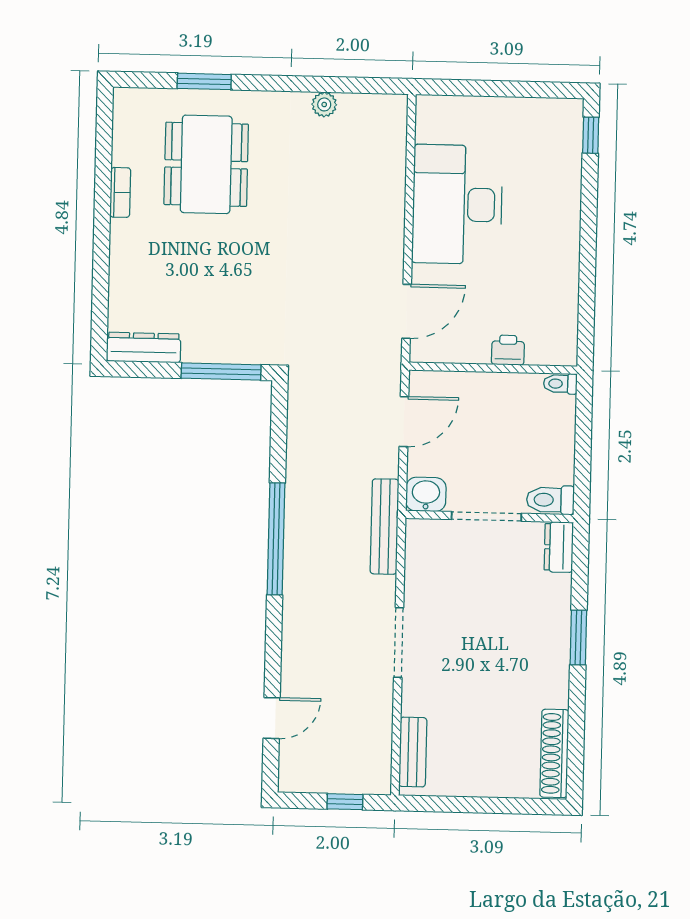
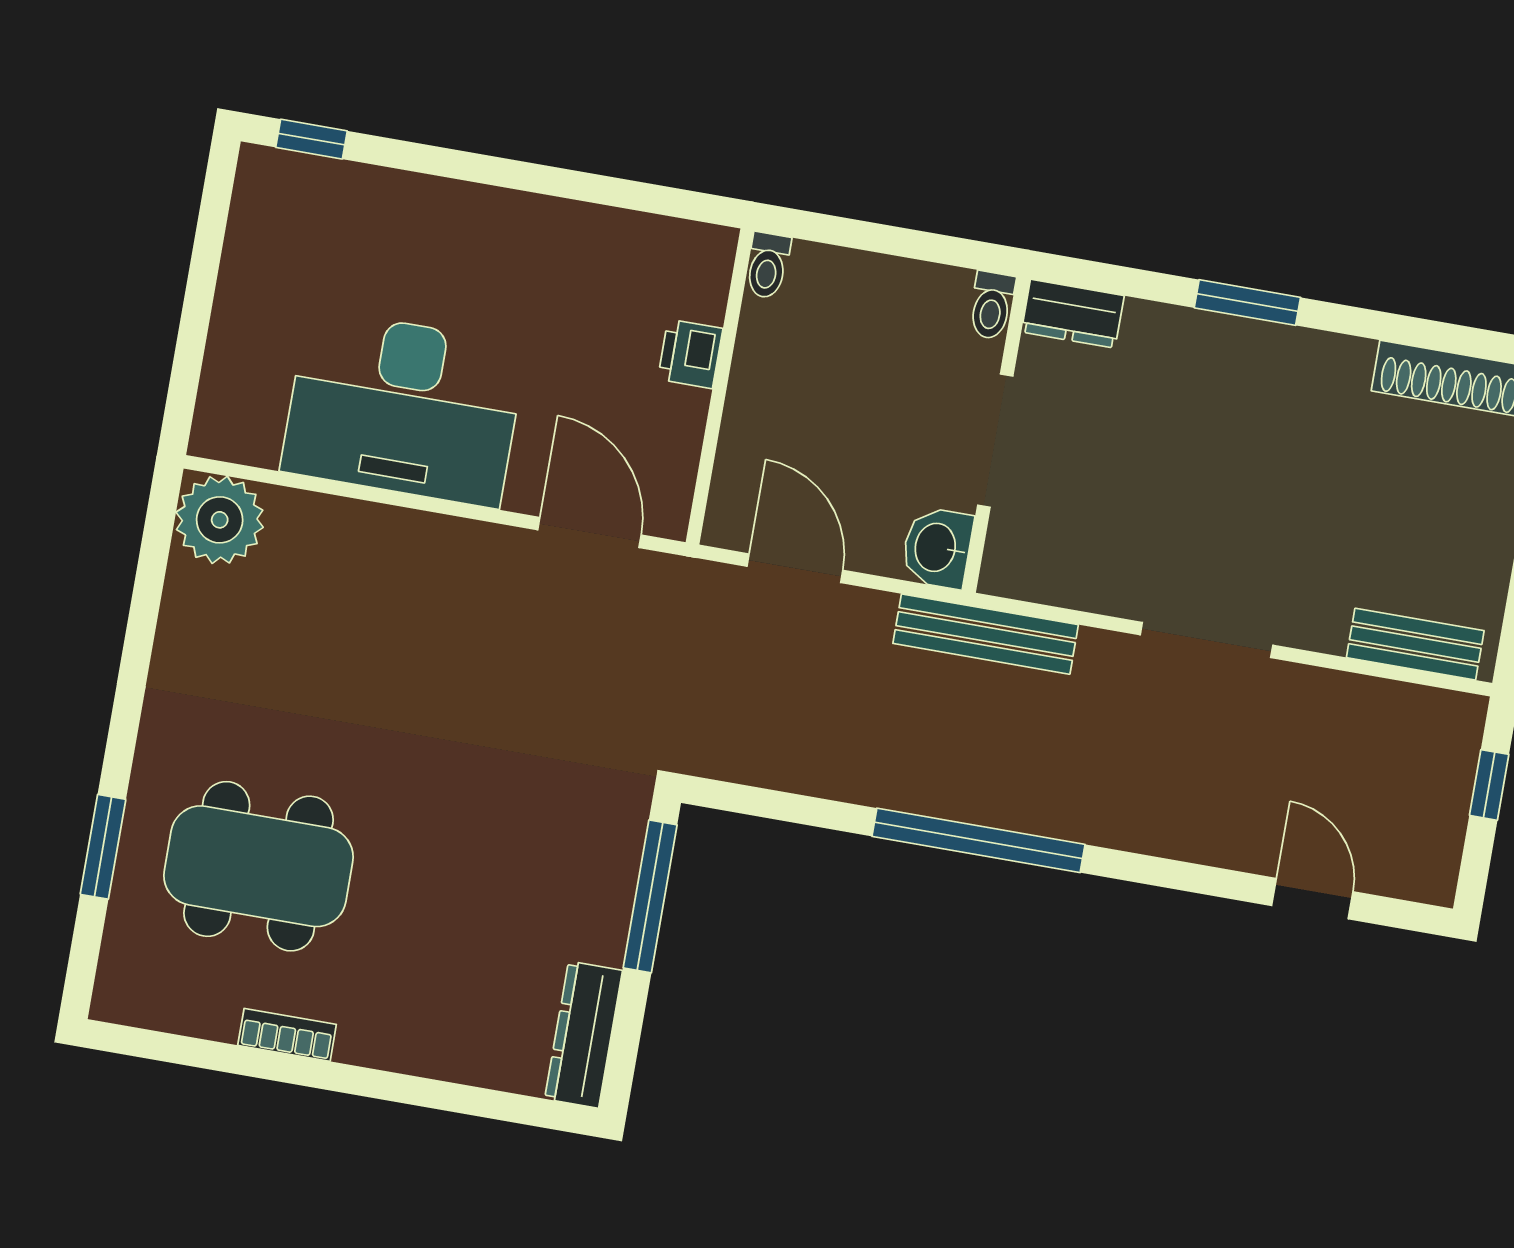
plant: (324, 104) -> (220, 520), moved, width x1.88, depth x1.88
toilet: (550, 500) -> (992, 305), width x0.73, depth x0.72

